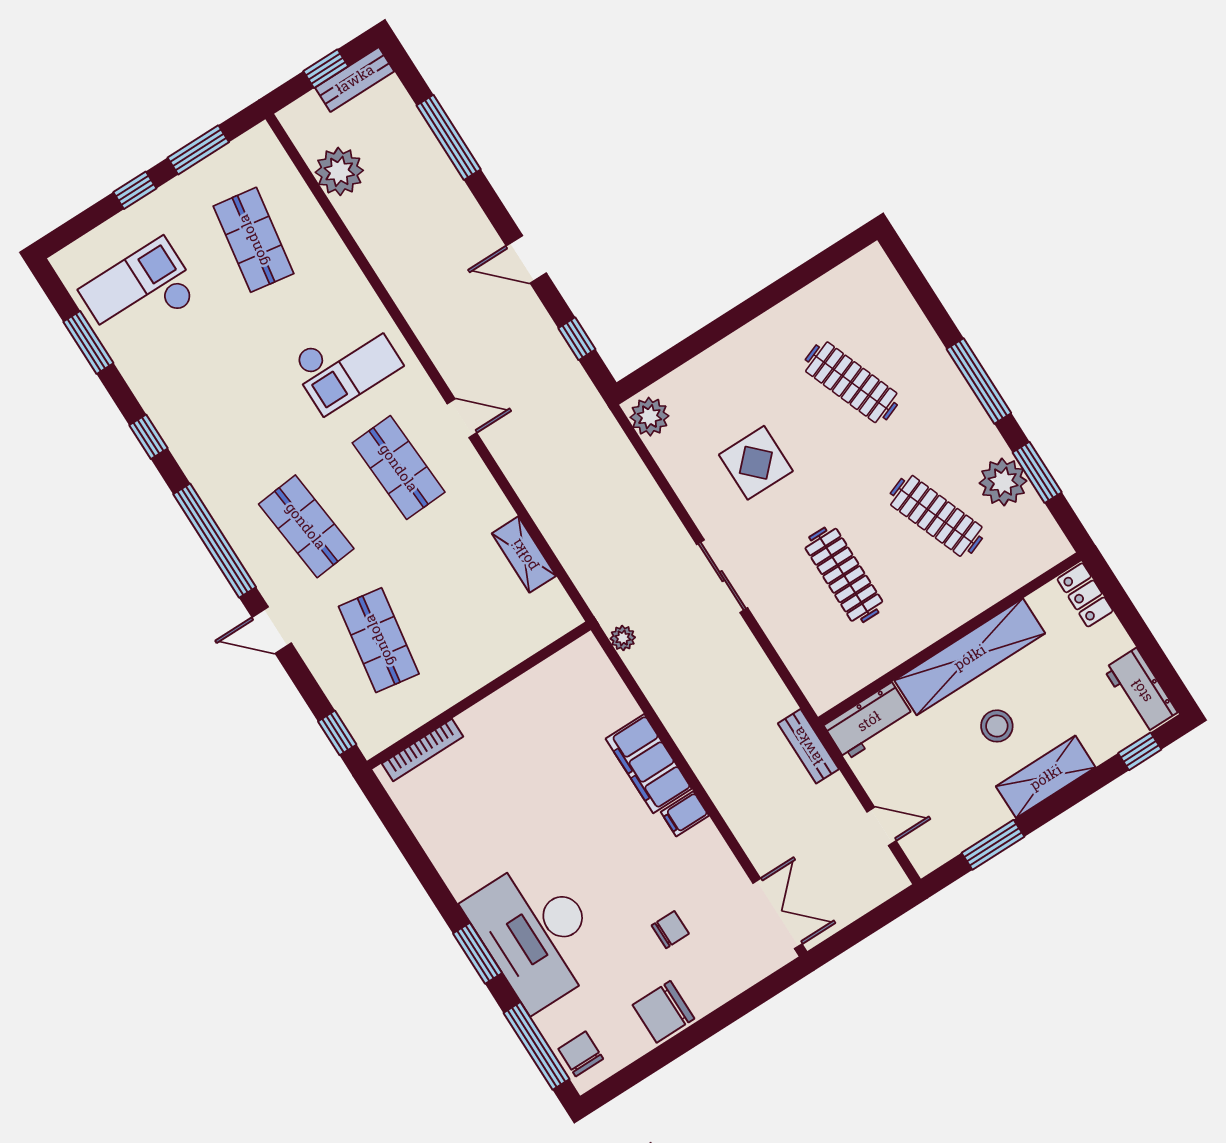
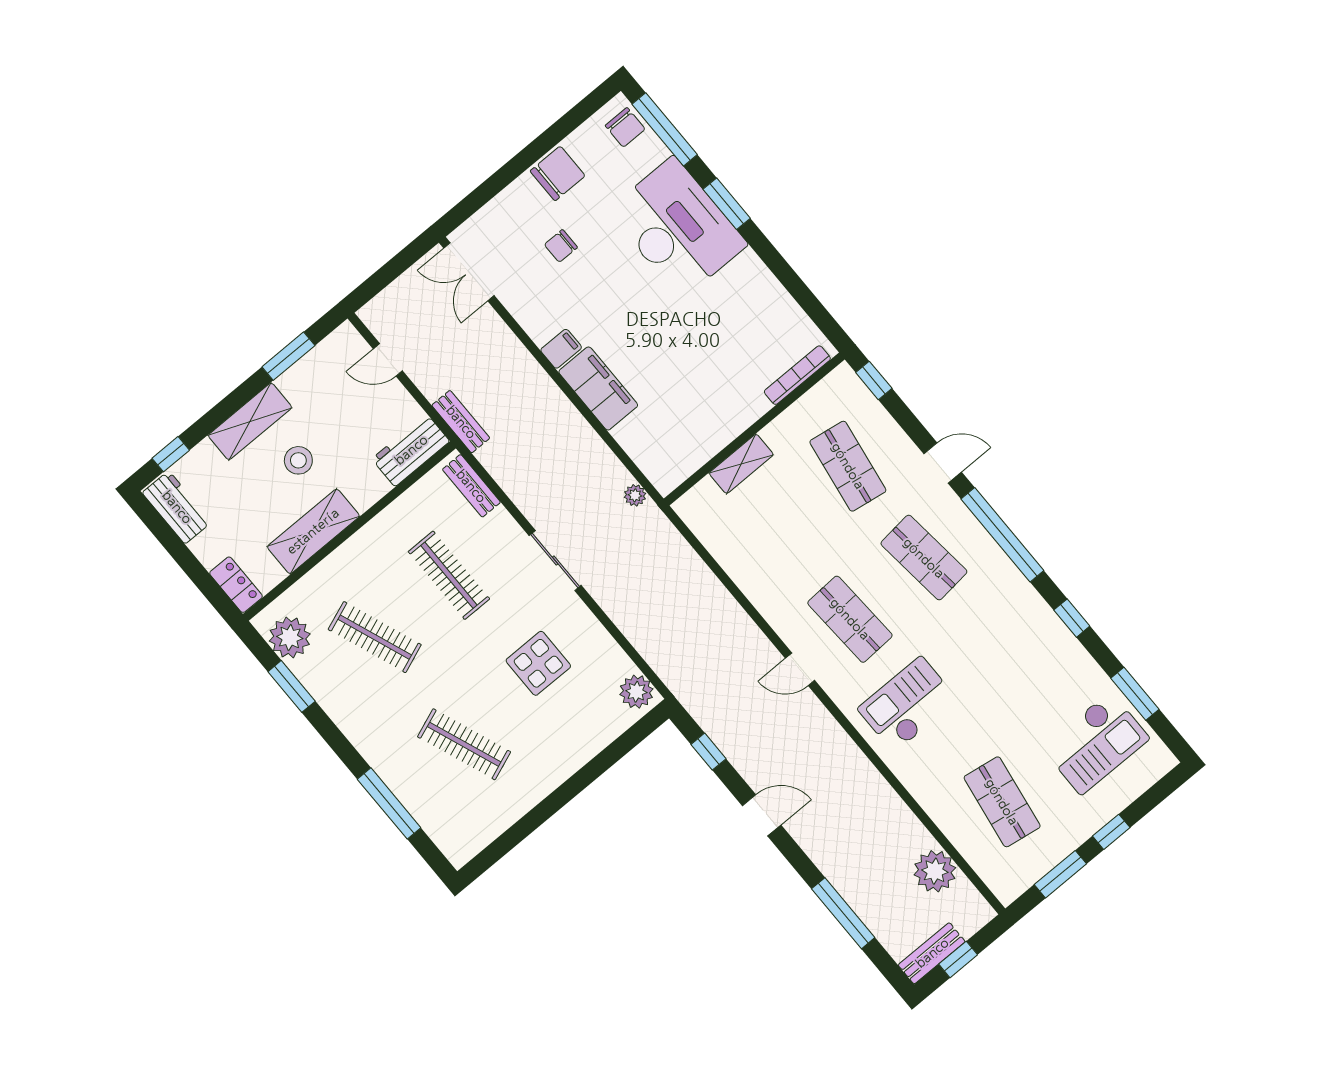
window: (979, 381) -> (389, 803), moved
plant: (1003, 482) -> (290, 637), moved
shelving: (524, 555) -> (741, 464), moved, turned 90
shelving: (970, 657) -> (313, 531), width x0.68
bench: (806, 672) -> (471, 486), added

